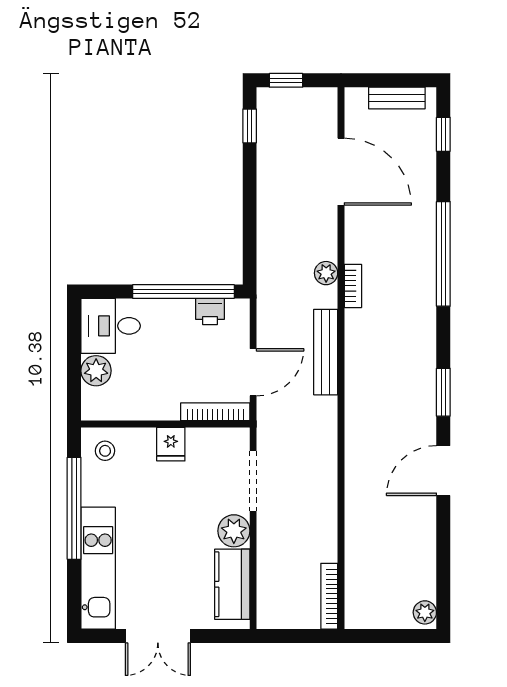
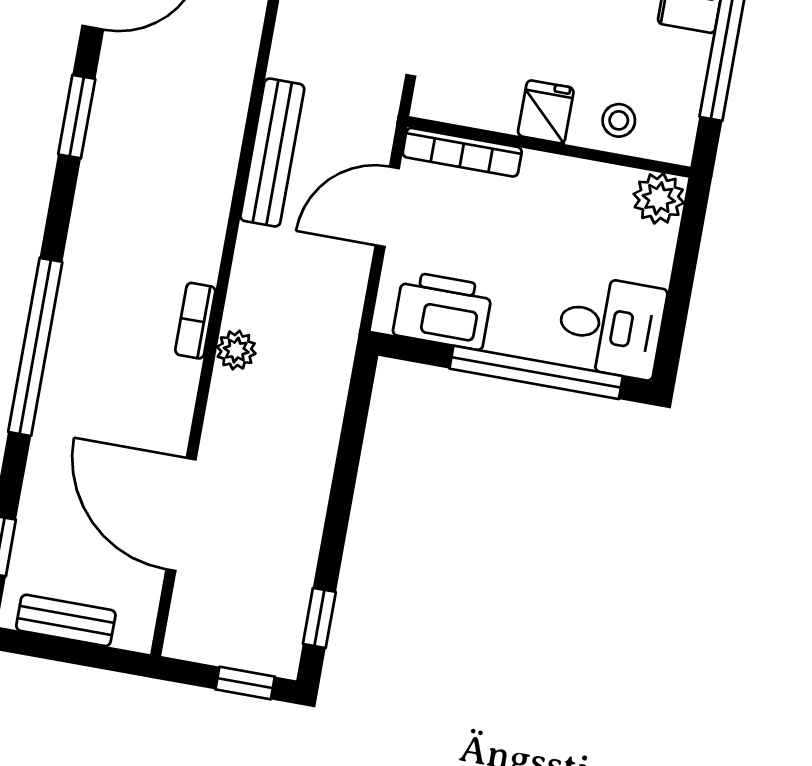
window: (183, 292) -> (536, 372), moved
printer: (210, 311) -> (443, 310), width x1.87, depth x1.48
bench: (326, 352) -> (272, 153), moved
plant: (96, 371) -> (659, 198), moved
stool: (105, 451) -> (619, 120), moved

